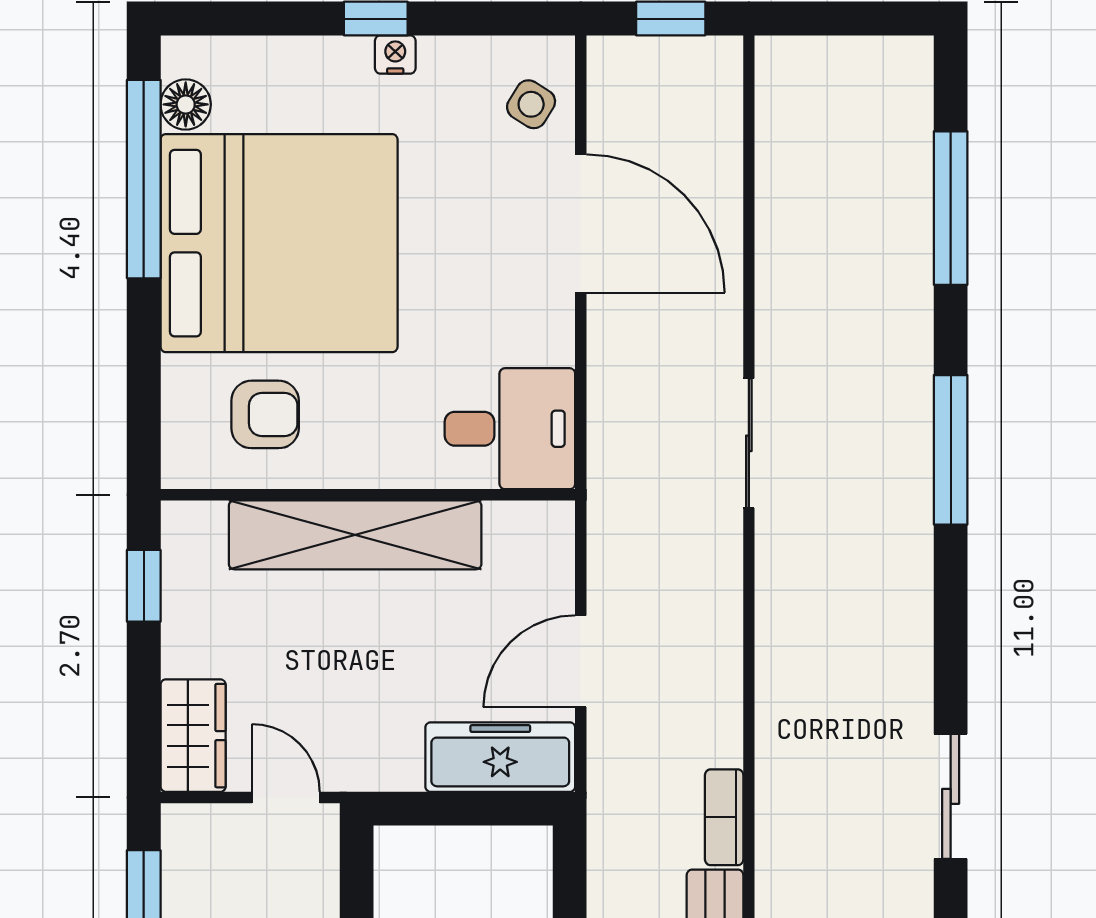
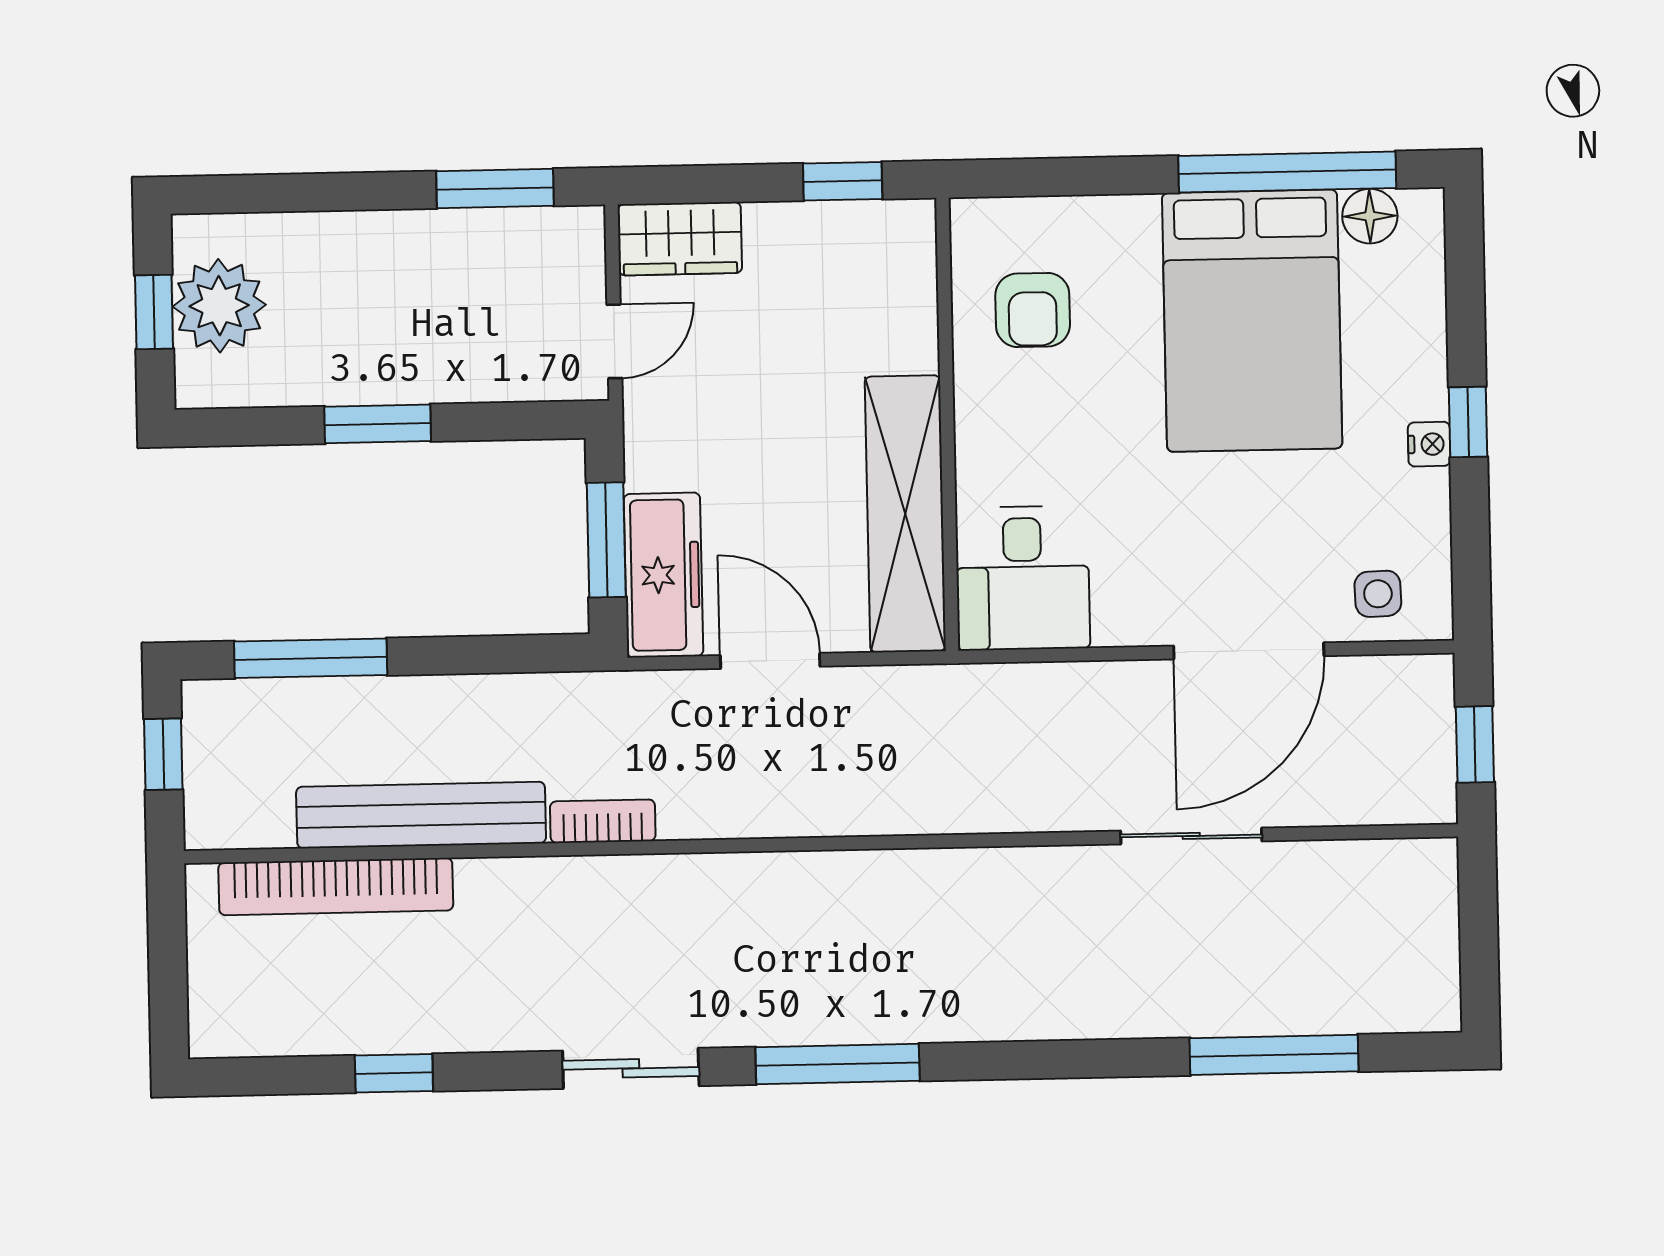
side table: (531, 104) -> (1378, 594), turned -34
bed: (279, 243) -> (1252, 321), width x0.73
sliding door: (749, 443) -> (1191, 836), moved
window: (951, 450) -> (838, 1064), moved
shelving: (355, 535) -> (905, 514), moved
window: (467, 809) -> (606, 540), added

